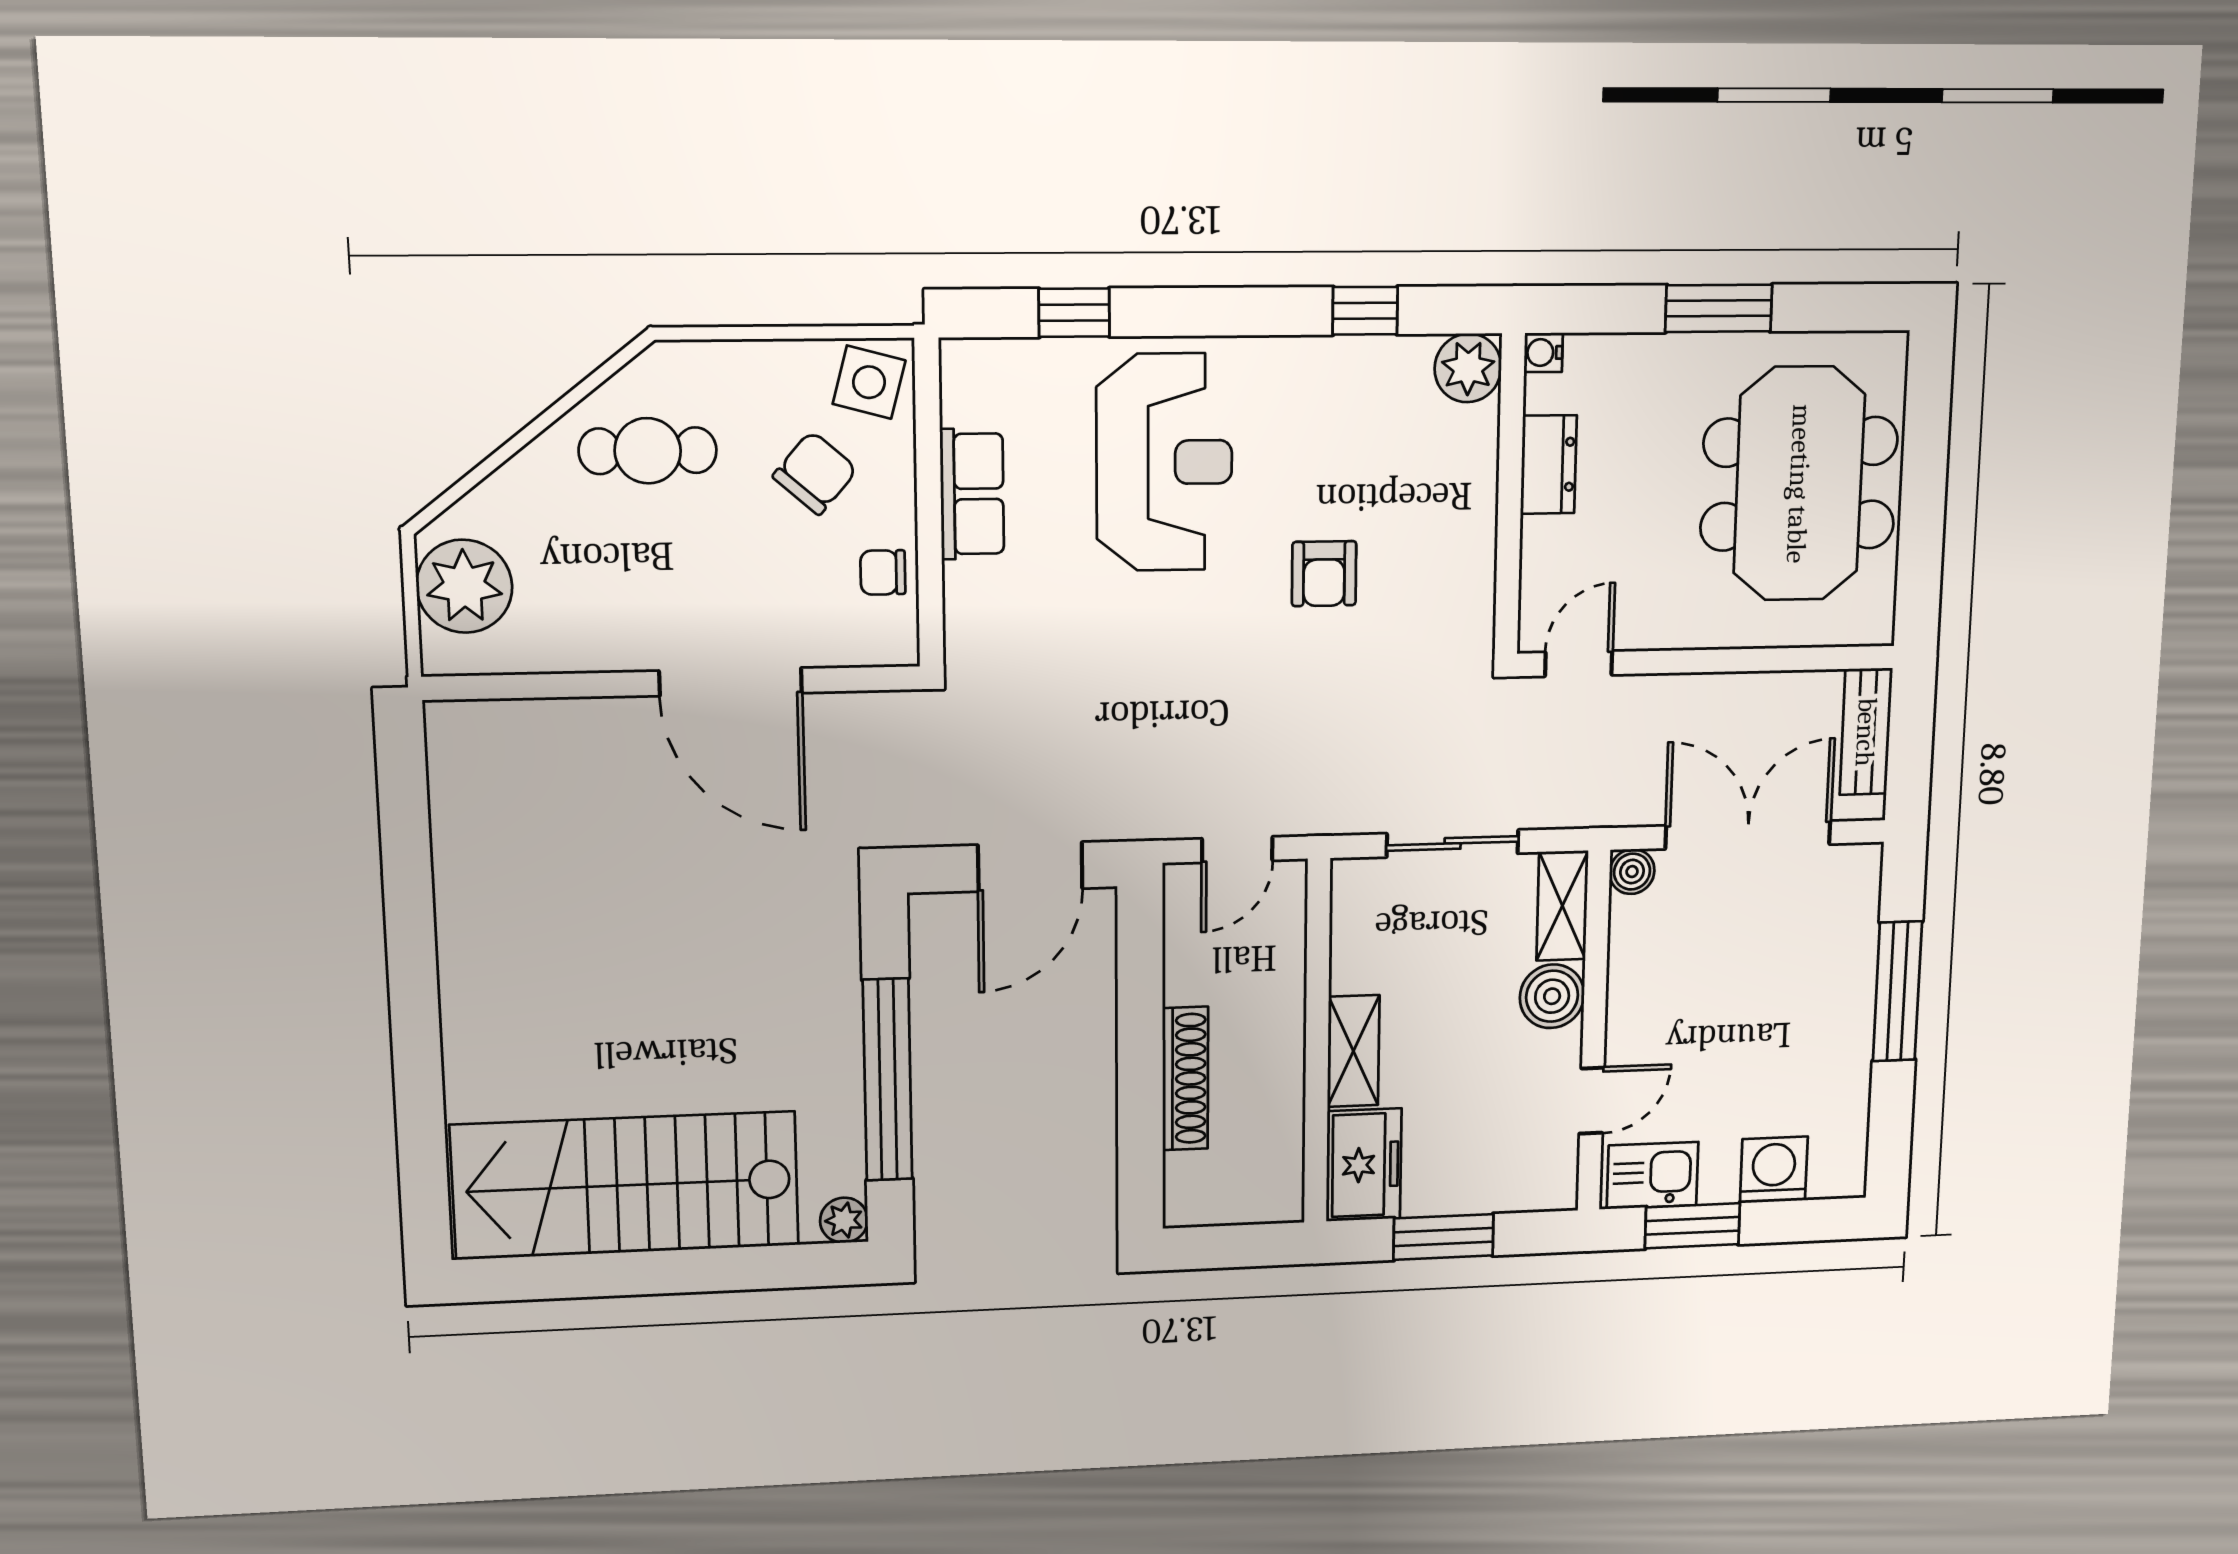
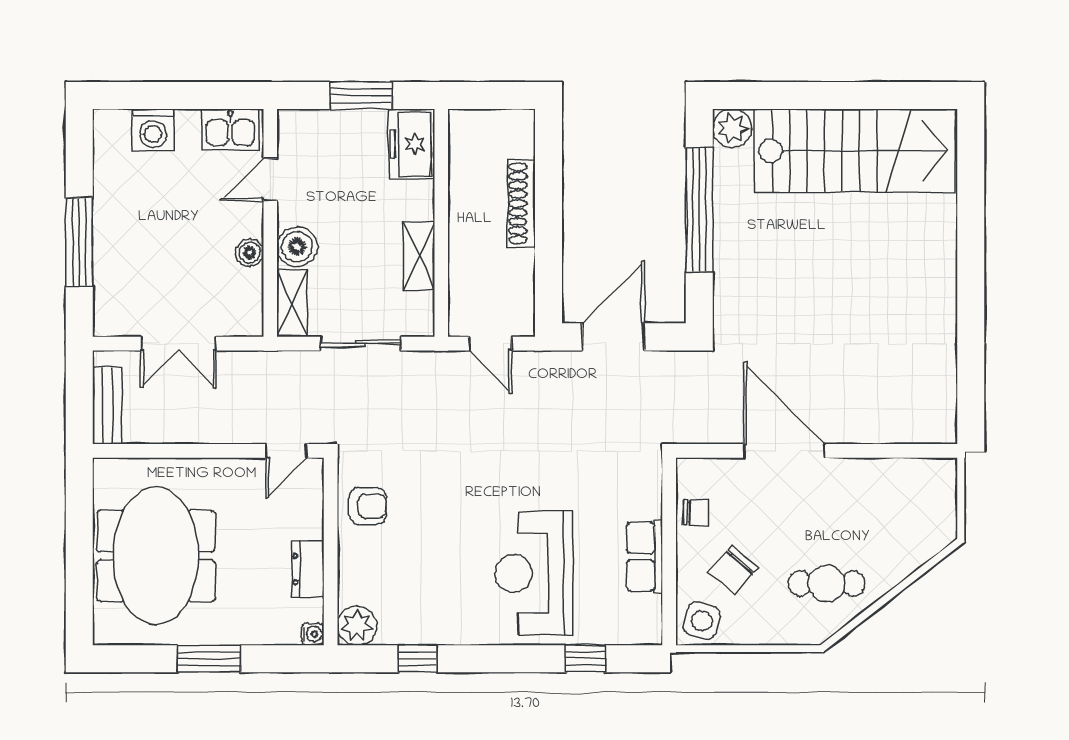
armchair: (1324, 574) -> (368, 506), moved, turned 90
plant: (464, 586) -> (931, 509), removed
double door: (1748, 835) -> (178, 344), width x0.73
door: (1237, 850) -> (490, 344), swing flipped
boiler: (1632, 872) -> (250, 253), moved
shelving: (1353, 1051) -> (419, 256), moved
plant: (844, 1220) -> (732, 128), width x1.38, depth x1.38
window: (1692, 1226) -> (204, 96), removed

